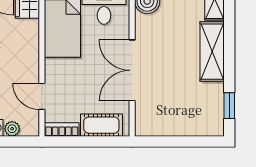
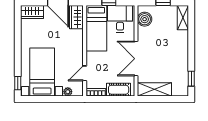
shelving: (212, 52) -> (154, 89), moved, turned 90
door: (42, 96) -> (85, 73), hinge flipped

